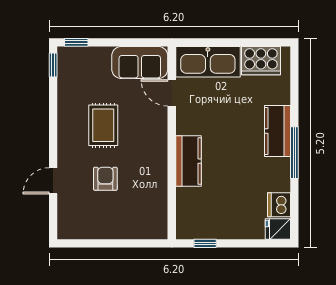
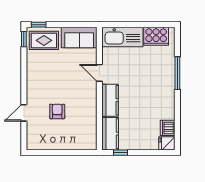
door: (172, 93) -> (99, 73), moved
rug: (103, 125) -> (44, 40), moved, turned 90
kitchen counter: (278, 131) -> (110, 134), moved, turned 180
window: (294, 153) -> (177, 73), moved

